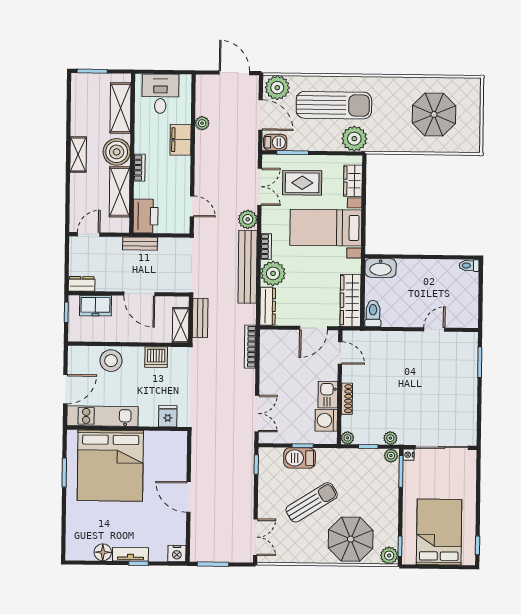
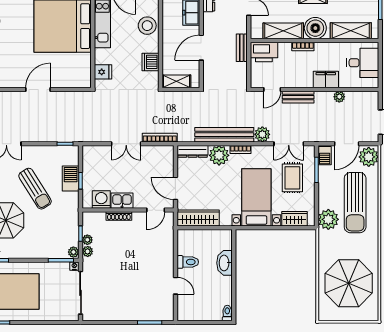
parasol: (434, 114) -> (349, 283), width x1.36, depth x1.36
washbasin: (381, 268) -> (224, 263), moved
toilet: (373, 313) -> (188, 262), moved
bench: (200, 318) -> (298, 97), moved
double door: (257, 413) -> (126, 144), moved
plant: (347, 438) -> (87, 240), moved

